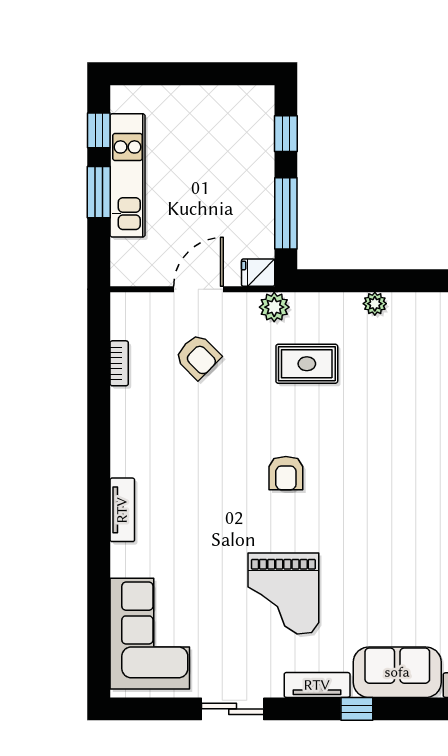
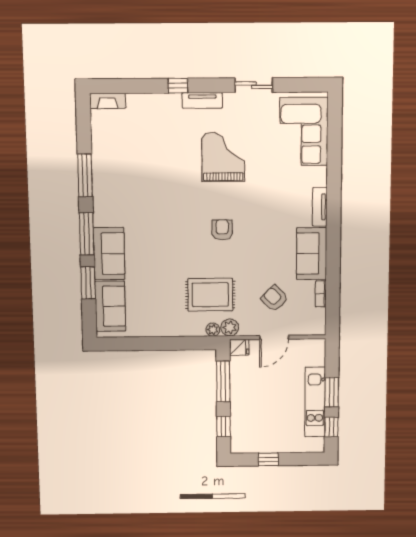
window: (208, 74) -> (268, 459), added
plant: (375, 304) -> (213, 330), moved
rug: (307, 364) -> (210, 295), width x1.36, depth x1.43
sofa: (397, 672) -> (312, 254), moved, turned 90

